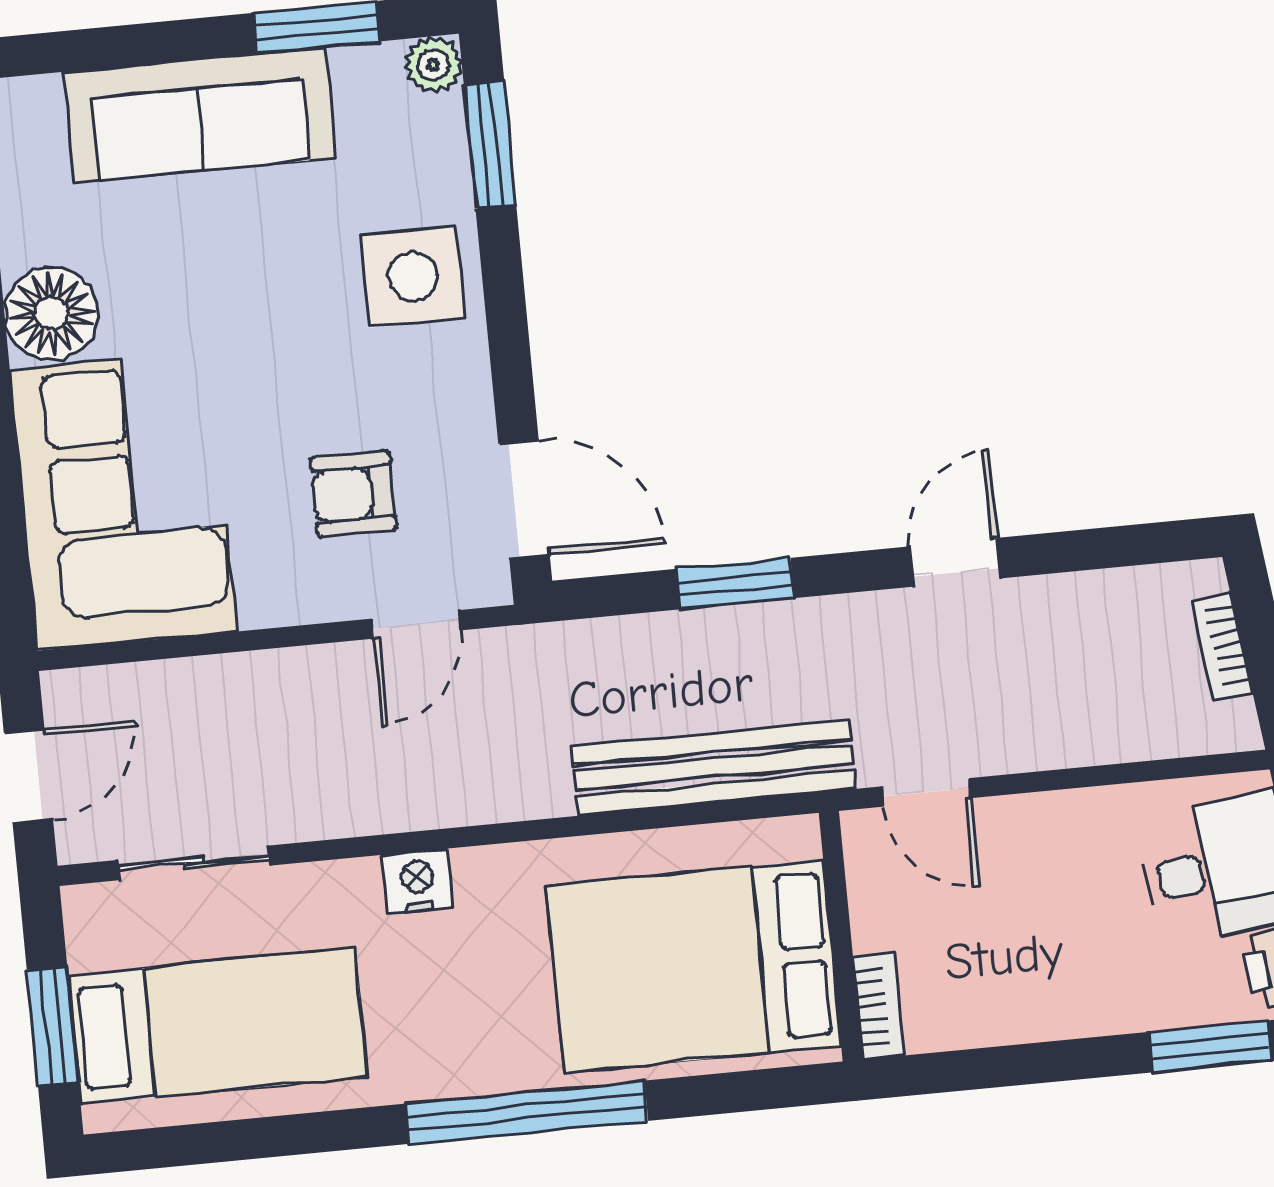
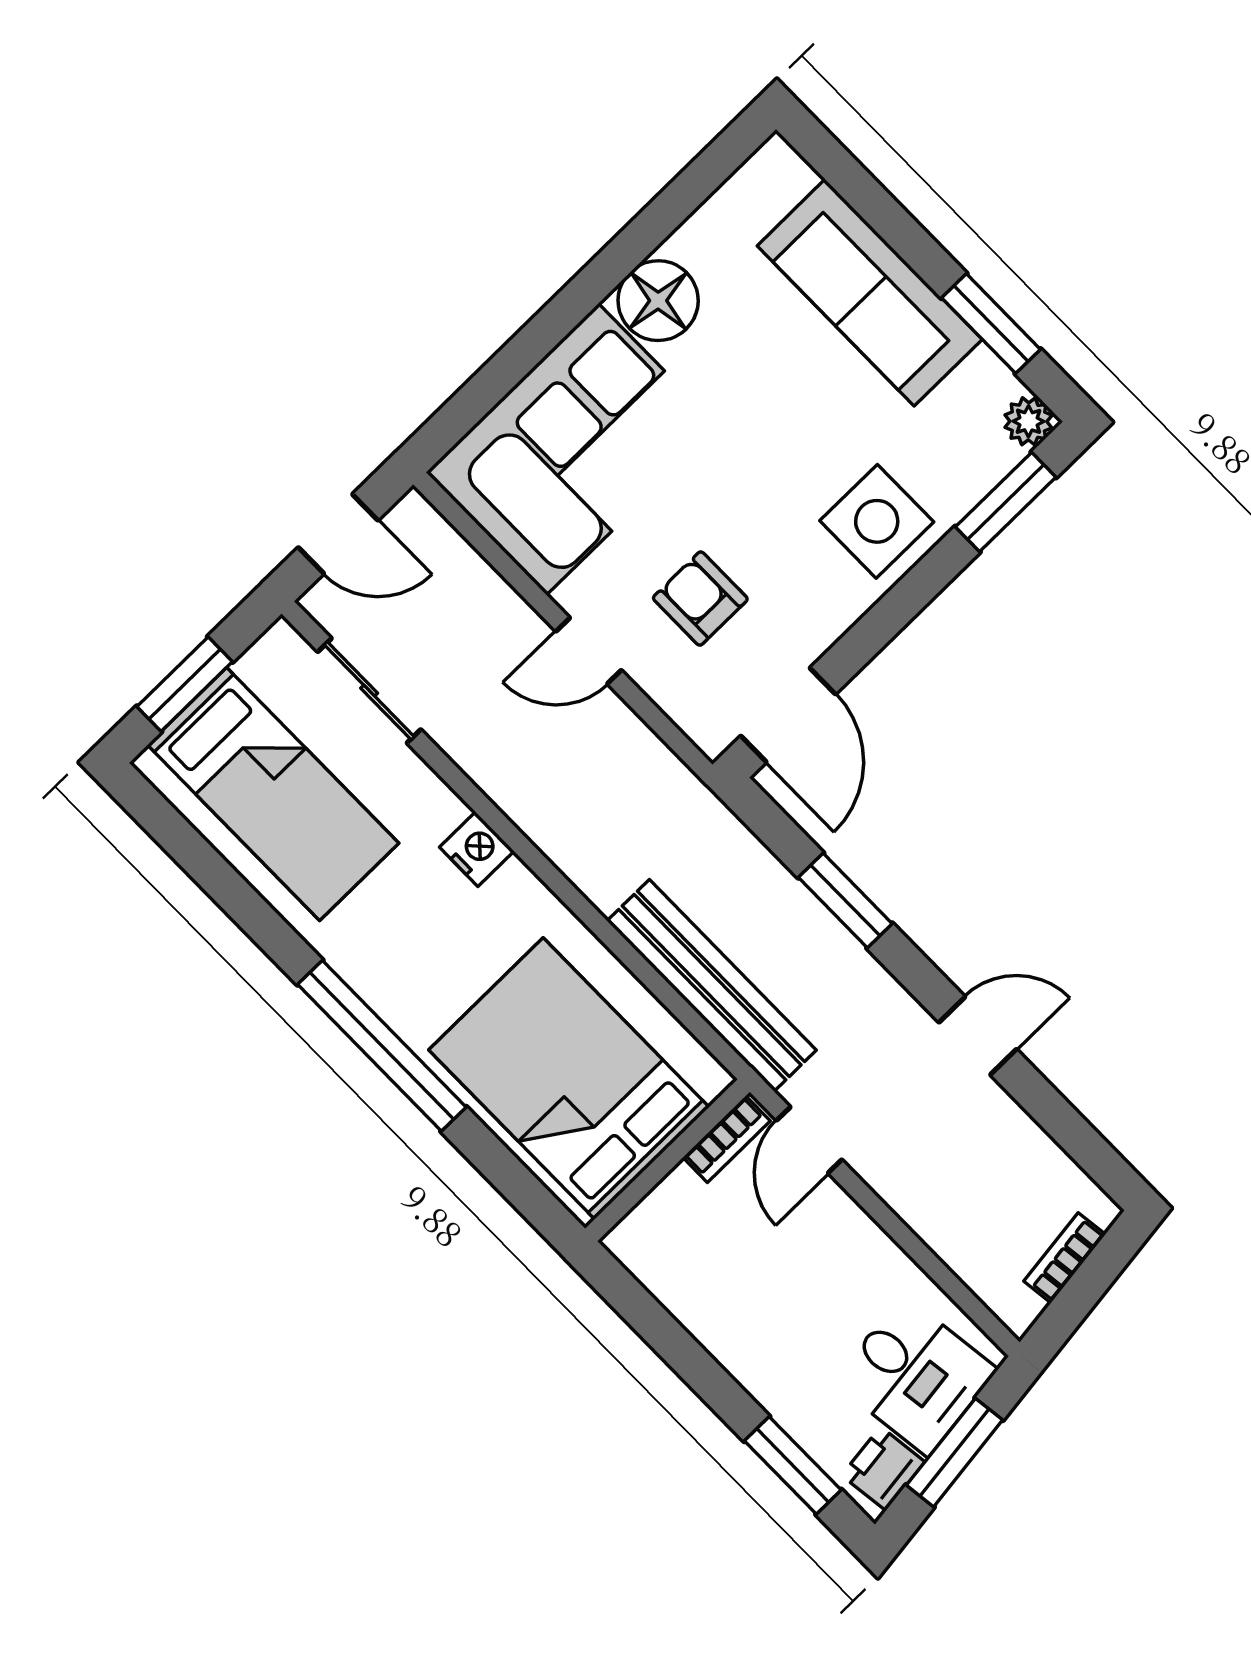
door: (416, 624) -> (589, 651), moved
bookcase: (878, 1006) -> (727, 1139), moved

